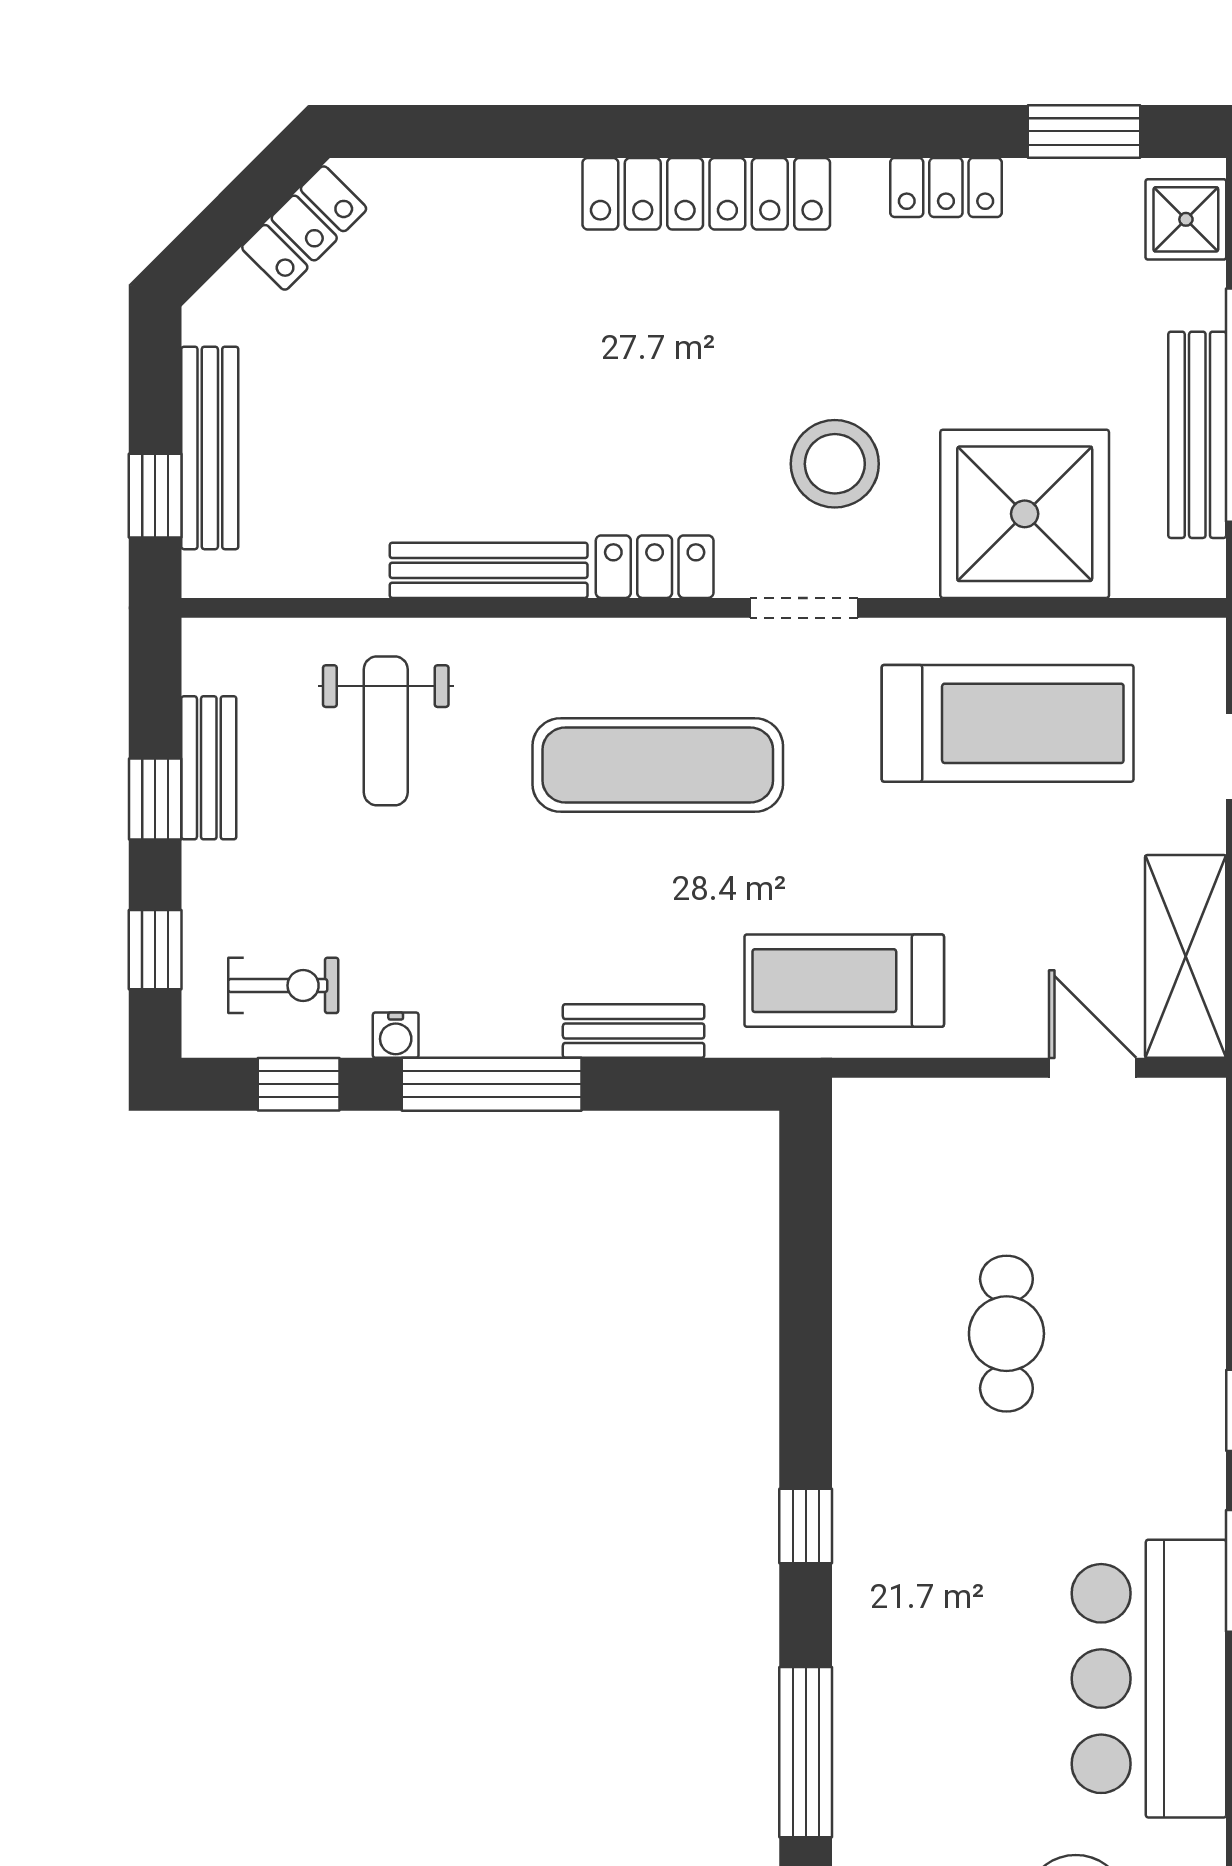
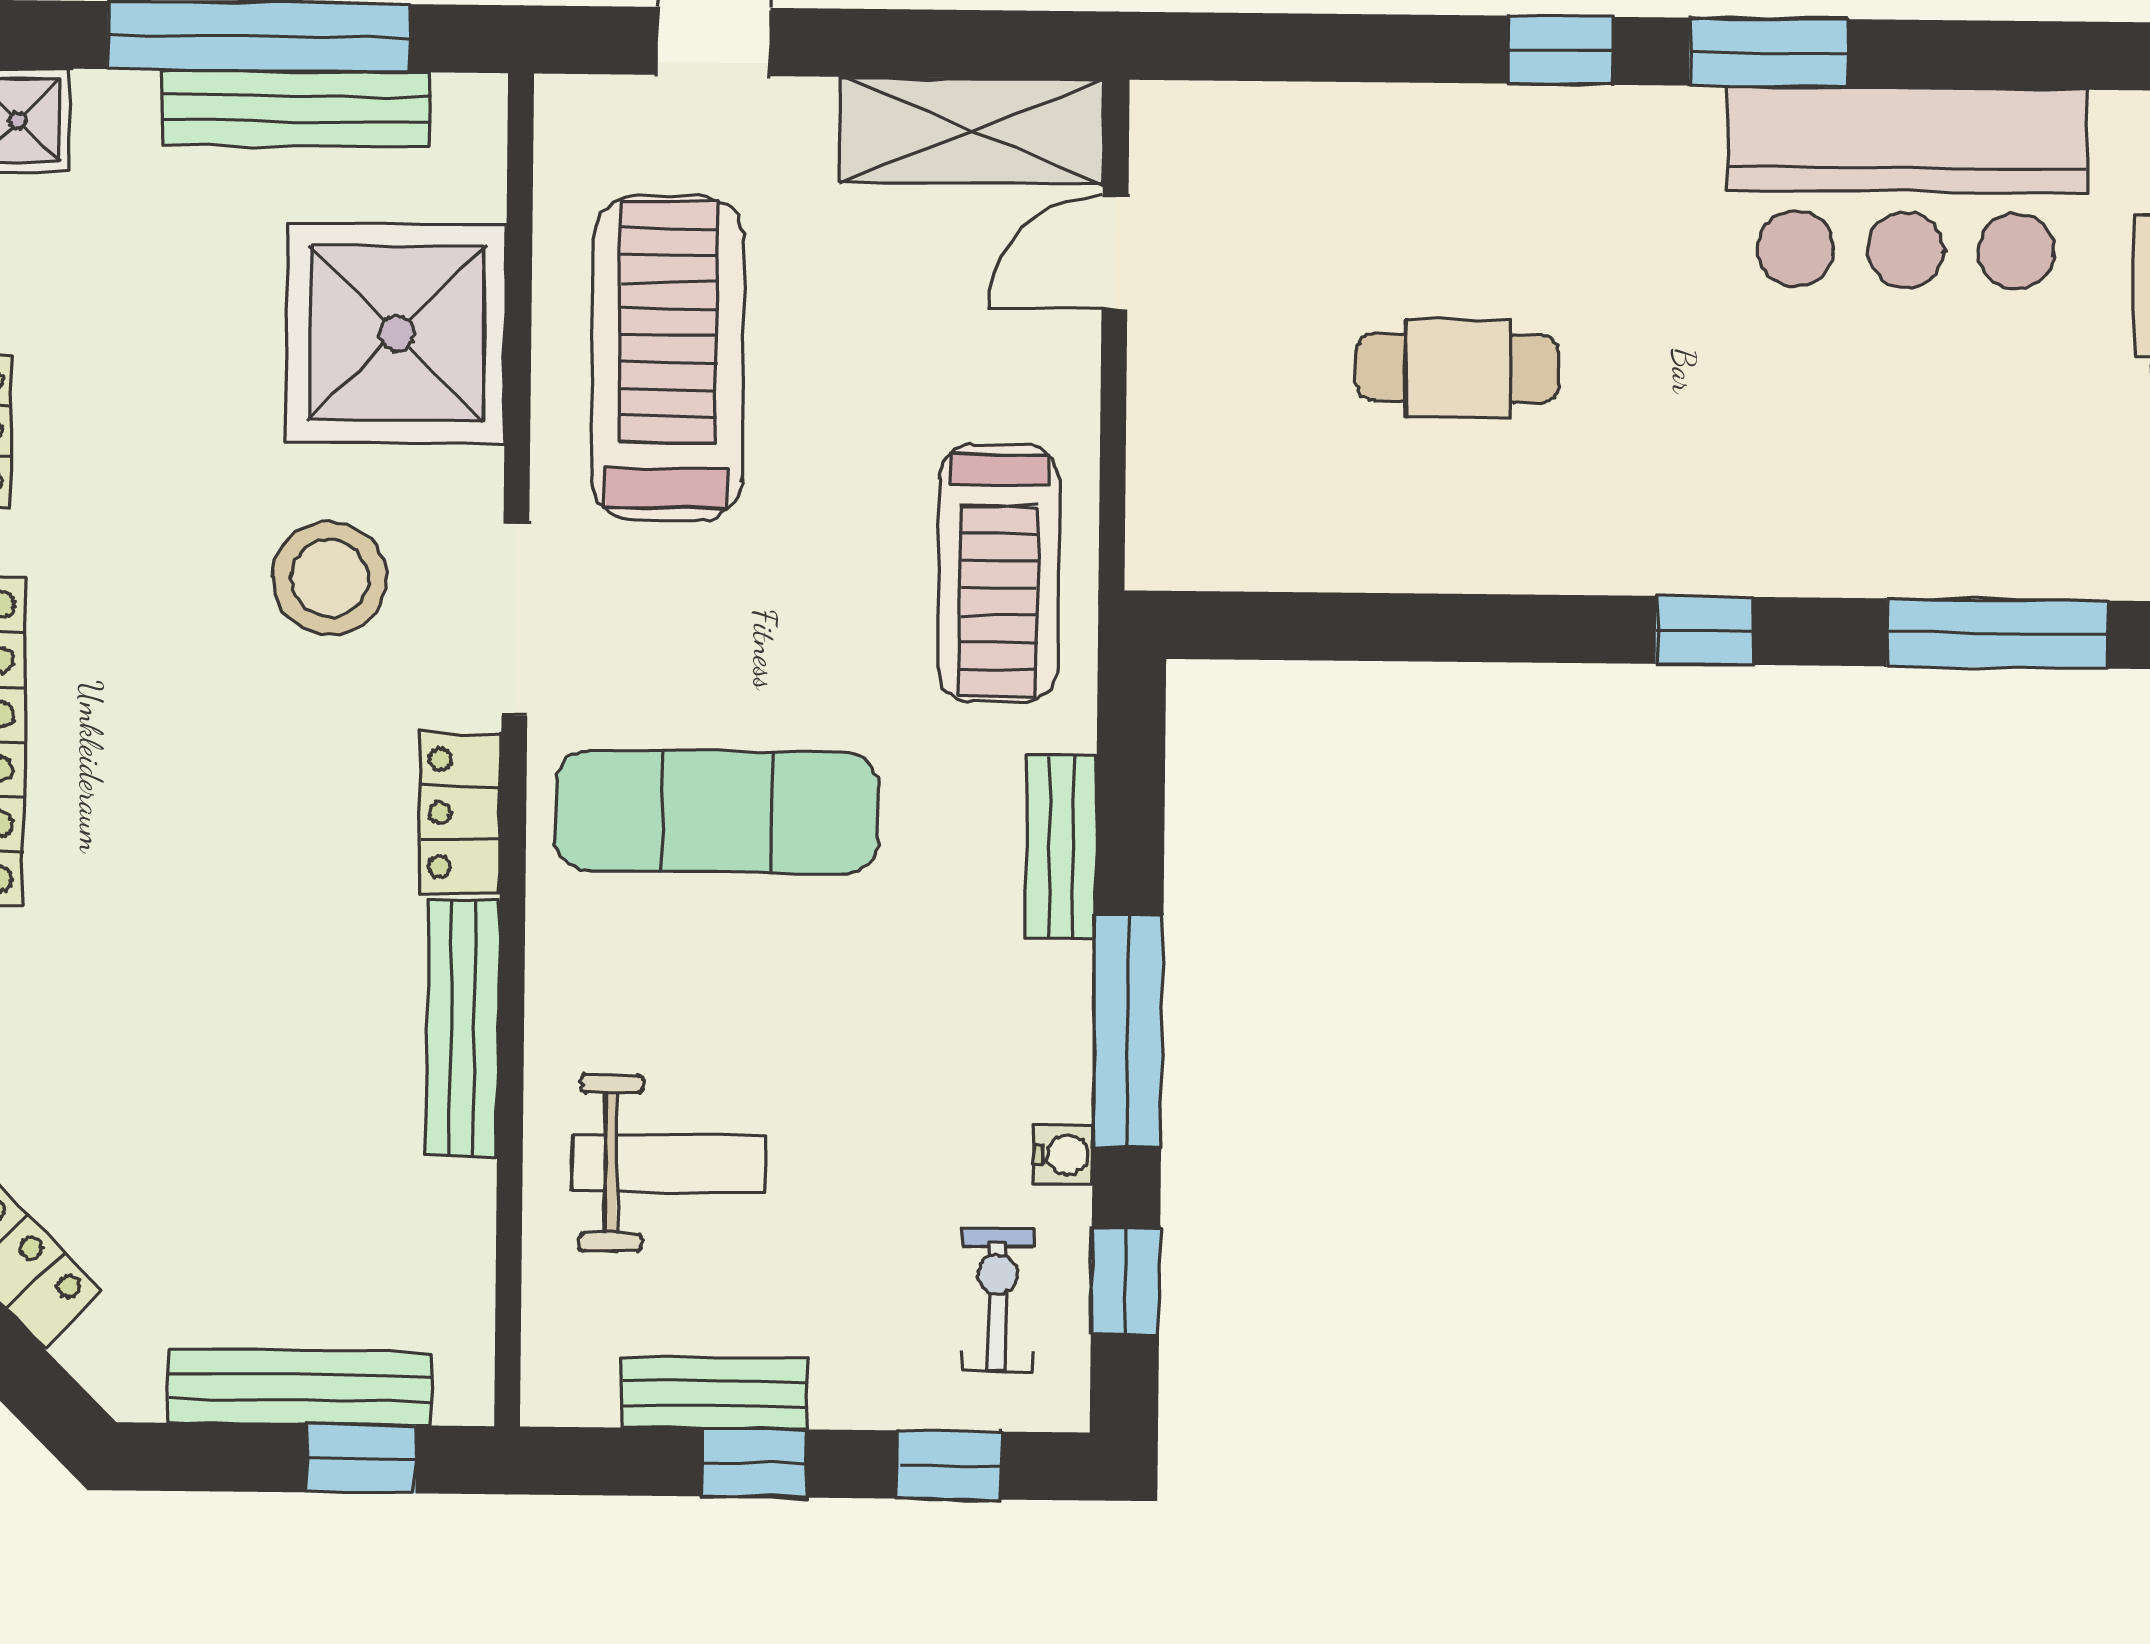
doorway: (804, 608) -> (515, 620), width x1.38
exercise mat: (658, 765) -> (717, 812), turned 90

